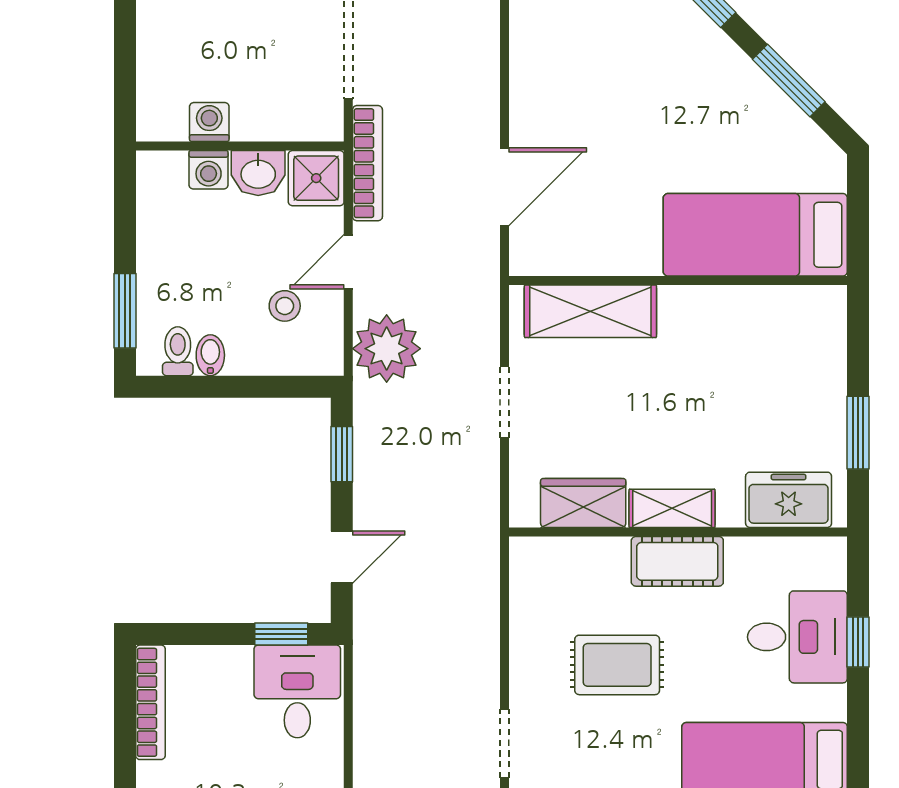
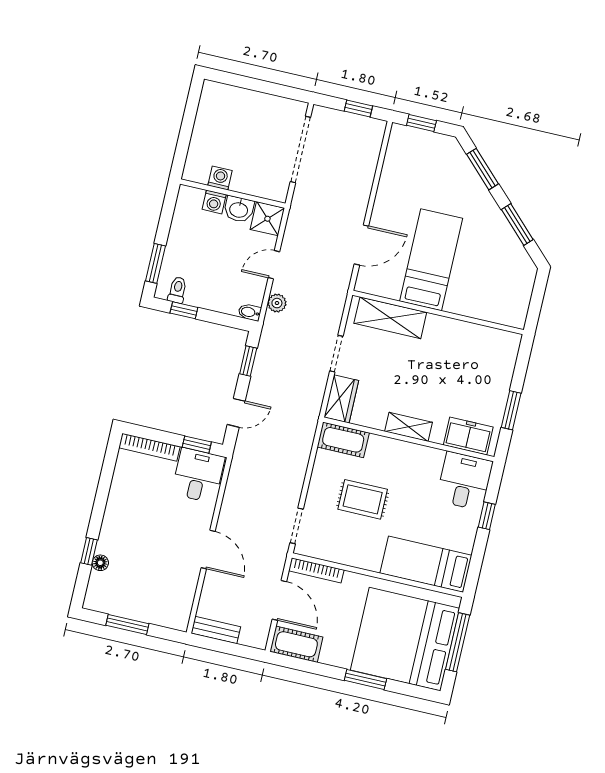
bookcase: (367, 163) -> (295, 217), removed
bed: (755, 235) -> (431, 260), moved, turned 90
stool: (285, 306) -> (237, 280), removed
plant: (387, 349) -> (277, 303), width x0.53, depth x0.53
bidet: (210, 355) -> (250, 312), moved, turned -90
window: (199, 387) -> (184, 310), added
wardrobe: (583, 503) -> (341, 399), moved, turned 90
cot: (677, 561) -> (343, 440), moved
desk: (797, 637) -> (465, 481), moved, turned -90
bookcase: (150, 702) -> (149, 447), moved, turned 90

